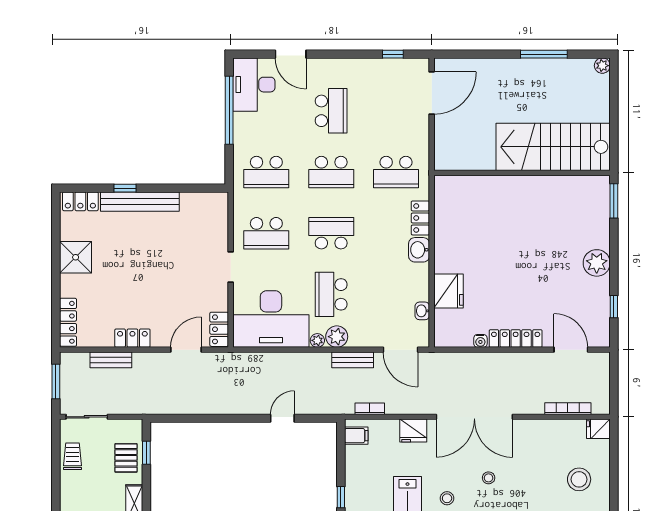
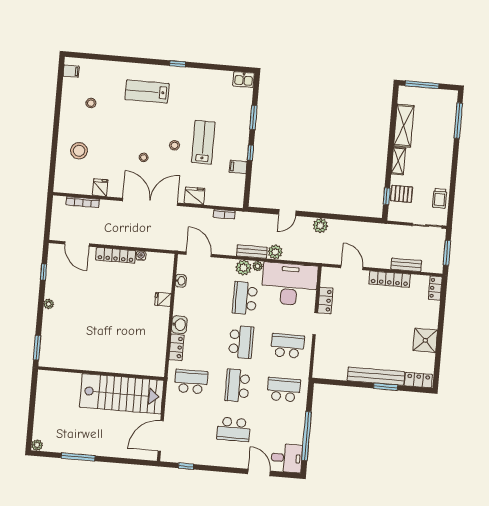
desk: (254, 85) -> (287, 458), width x0.73
school desk: (331, 111) -> (234, 429), turned -90
stairs: (553, 147) -> (122, 394), moved
school desk: (331, 172) -> (237, 386), turned -90
window: (125, 188) -> (386, 387), width x1.50
school desk: (331, 233) -> (241, 342), turned -90
plant: (597, 263) -> (49, 304), width x0.53, depth x0.53
fridge: (449, 291) -> (163, 299), width x0.53, depth x0.75
school desk: (331, 294) -> (245, 298), turned 180
locker: (68, 322) -> (435, 288), width x0.66
locker: (219, 329) -> (325, 300), moved
locker: (132, 338) -> (390, 279), width x1.53
door: (186, 350) -> (352, 267), swing flipped
bench: (353, 360) -> (252, 252), moved
plant: (294, 362) -> (275, 252), added
plant: (235, 404) -> (320, 226), added
fridge: (598, 429) -> (100, 188), moved, turned -90
filing cabinet: (356, 436) -> (238, 167), moved
pallet: (126, 458) -> (402, 194), turned 90

